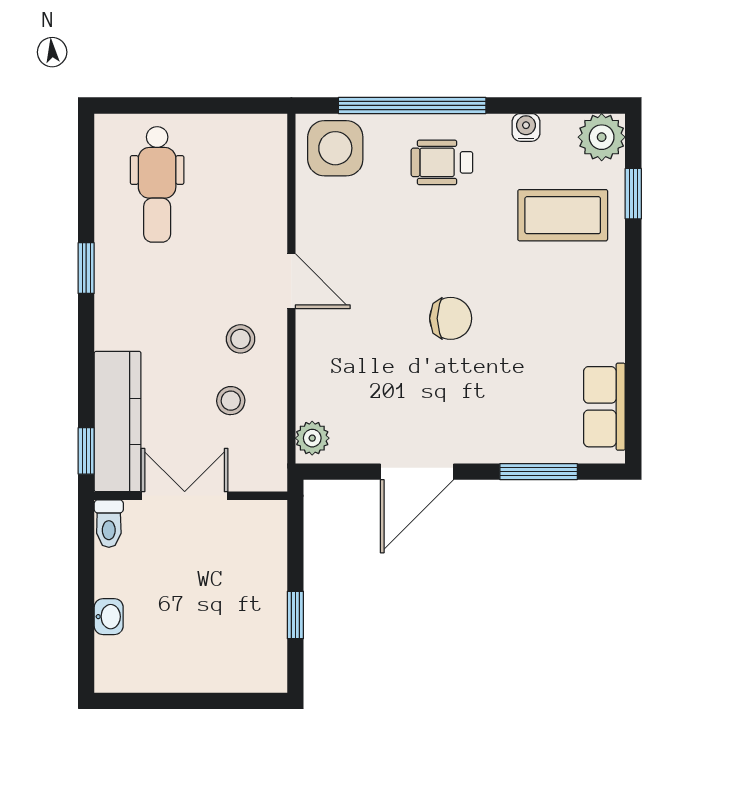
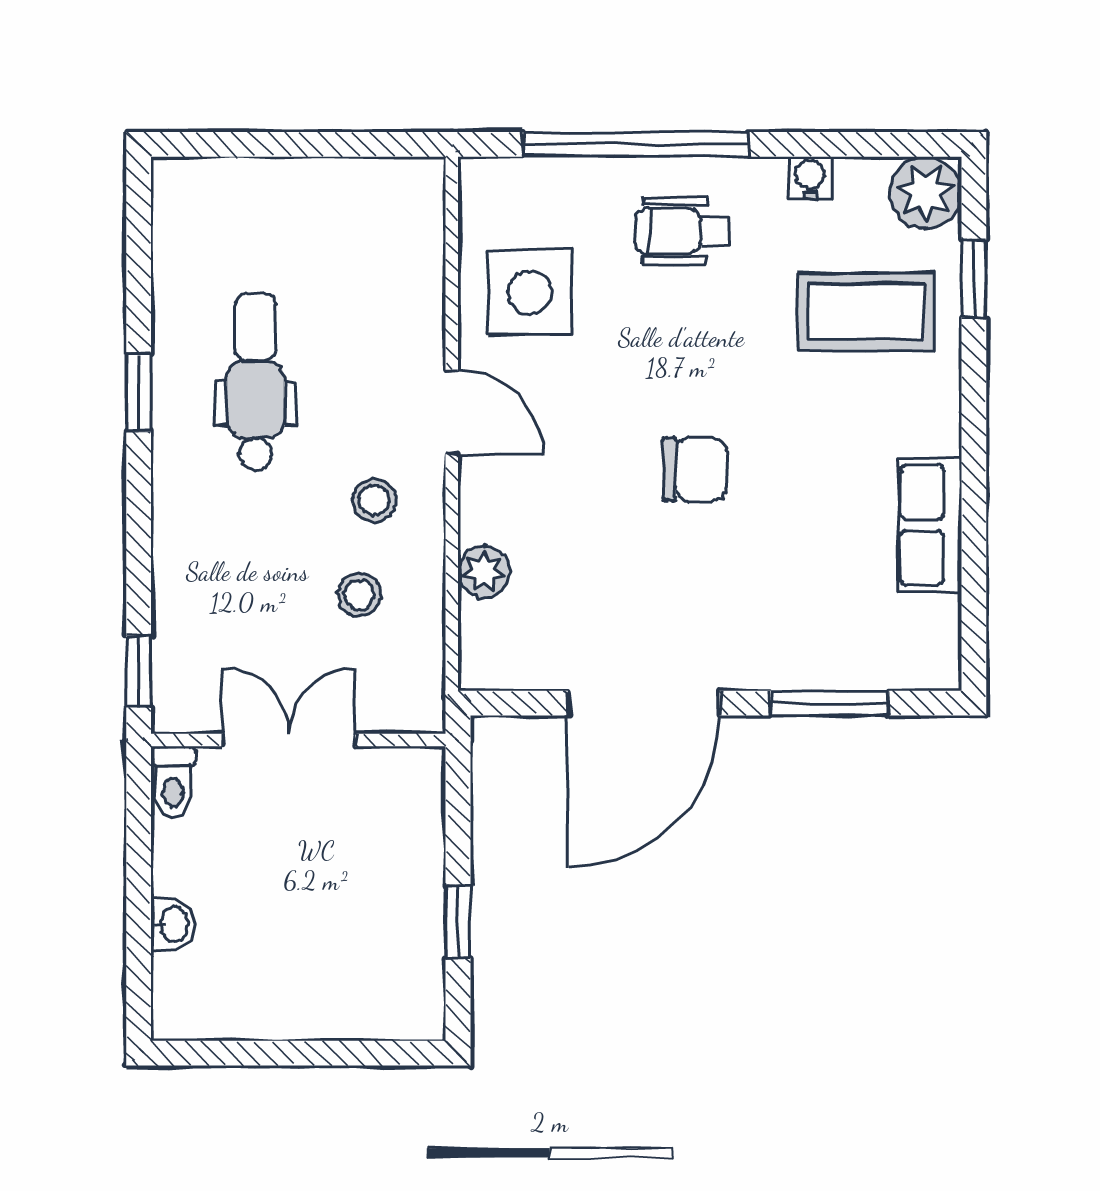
side table: (335, 148) -> (530, 292), moved
dental chair: (157, 184) -> (256, 382), moved, turned 180
row of seats: (604, 407) -> (930, 525), moved
kitchen counter: (118, 422) -> (187, 627), removed
plant: (312, 438) -> (484, 572), moved
door: (417, 472) -> (644, 703), width x1.36

